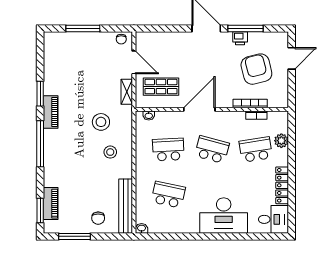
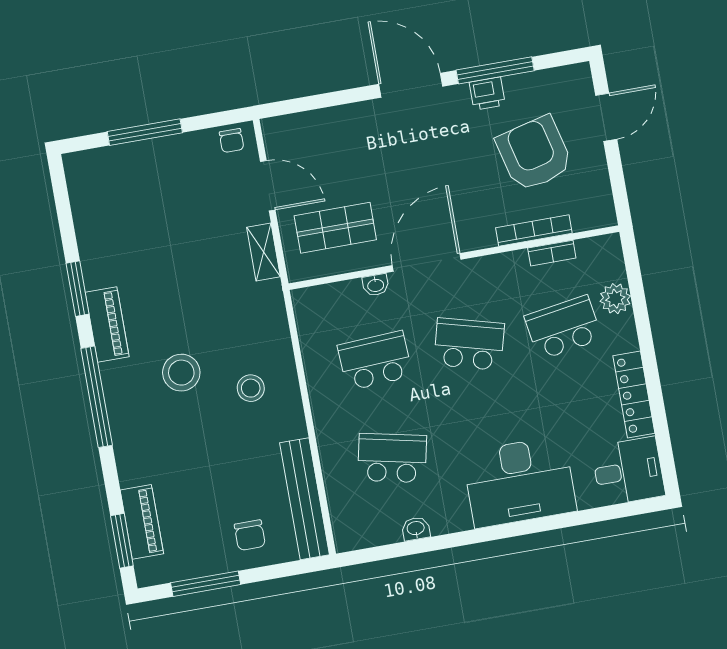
washbasin: (149, 115) -> (376, 285), moved
stool: (101, 122) -> (181, 373), moved
washbasin: (142, 228) -> (416, 529), moved

